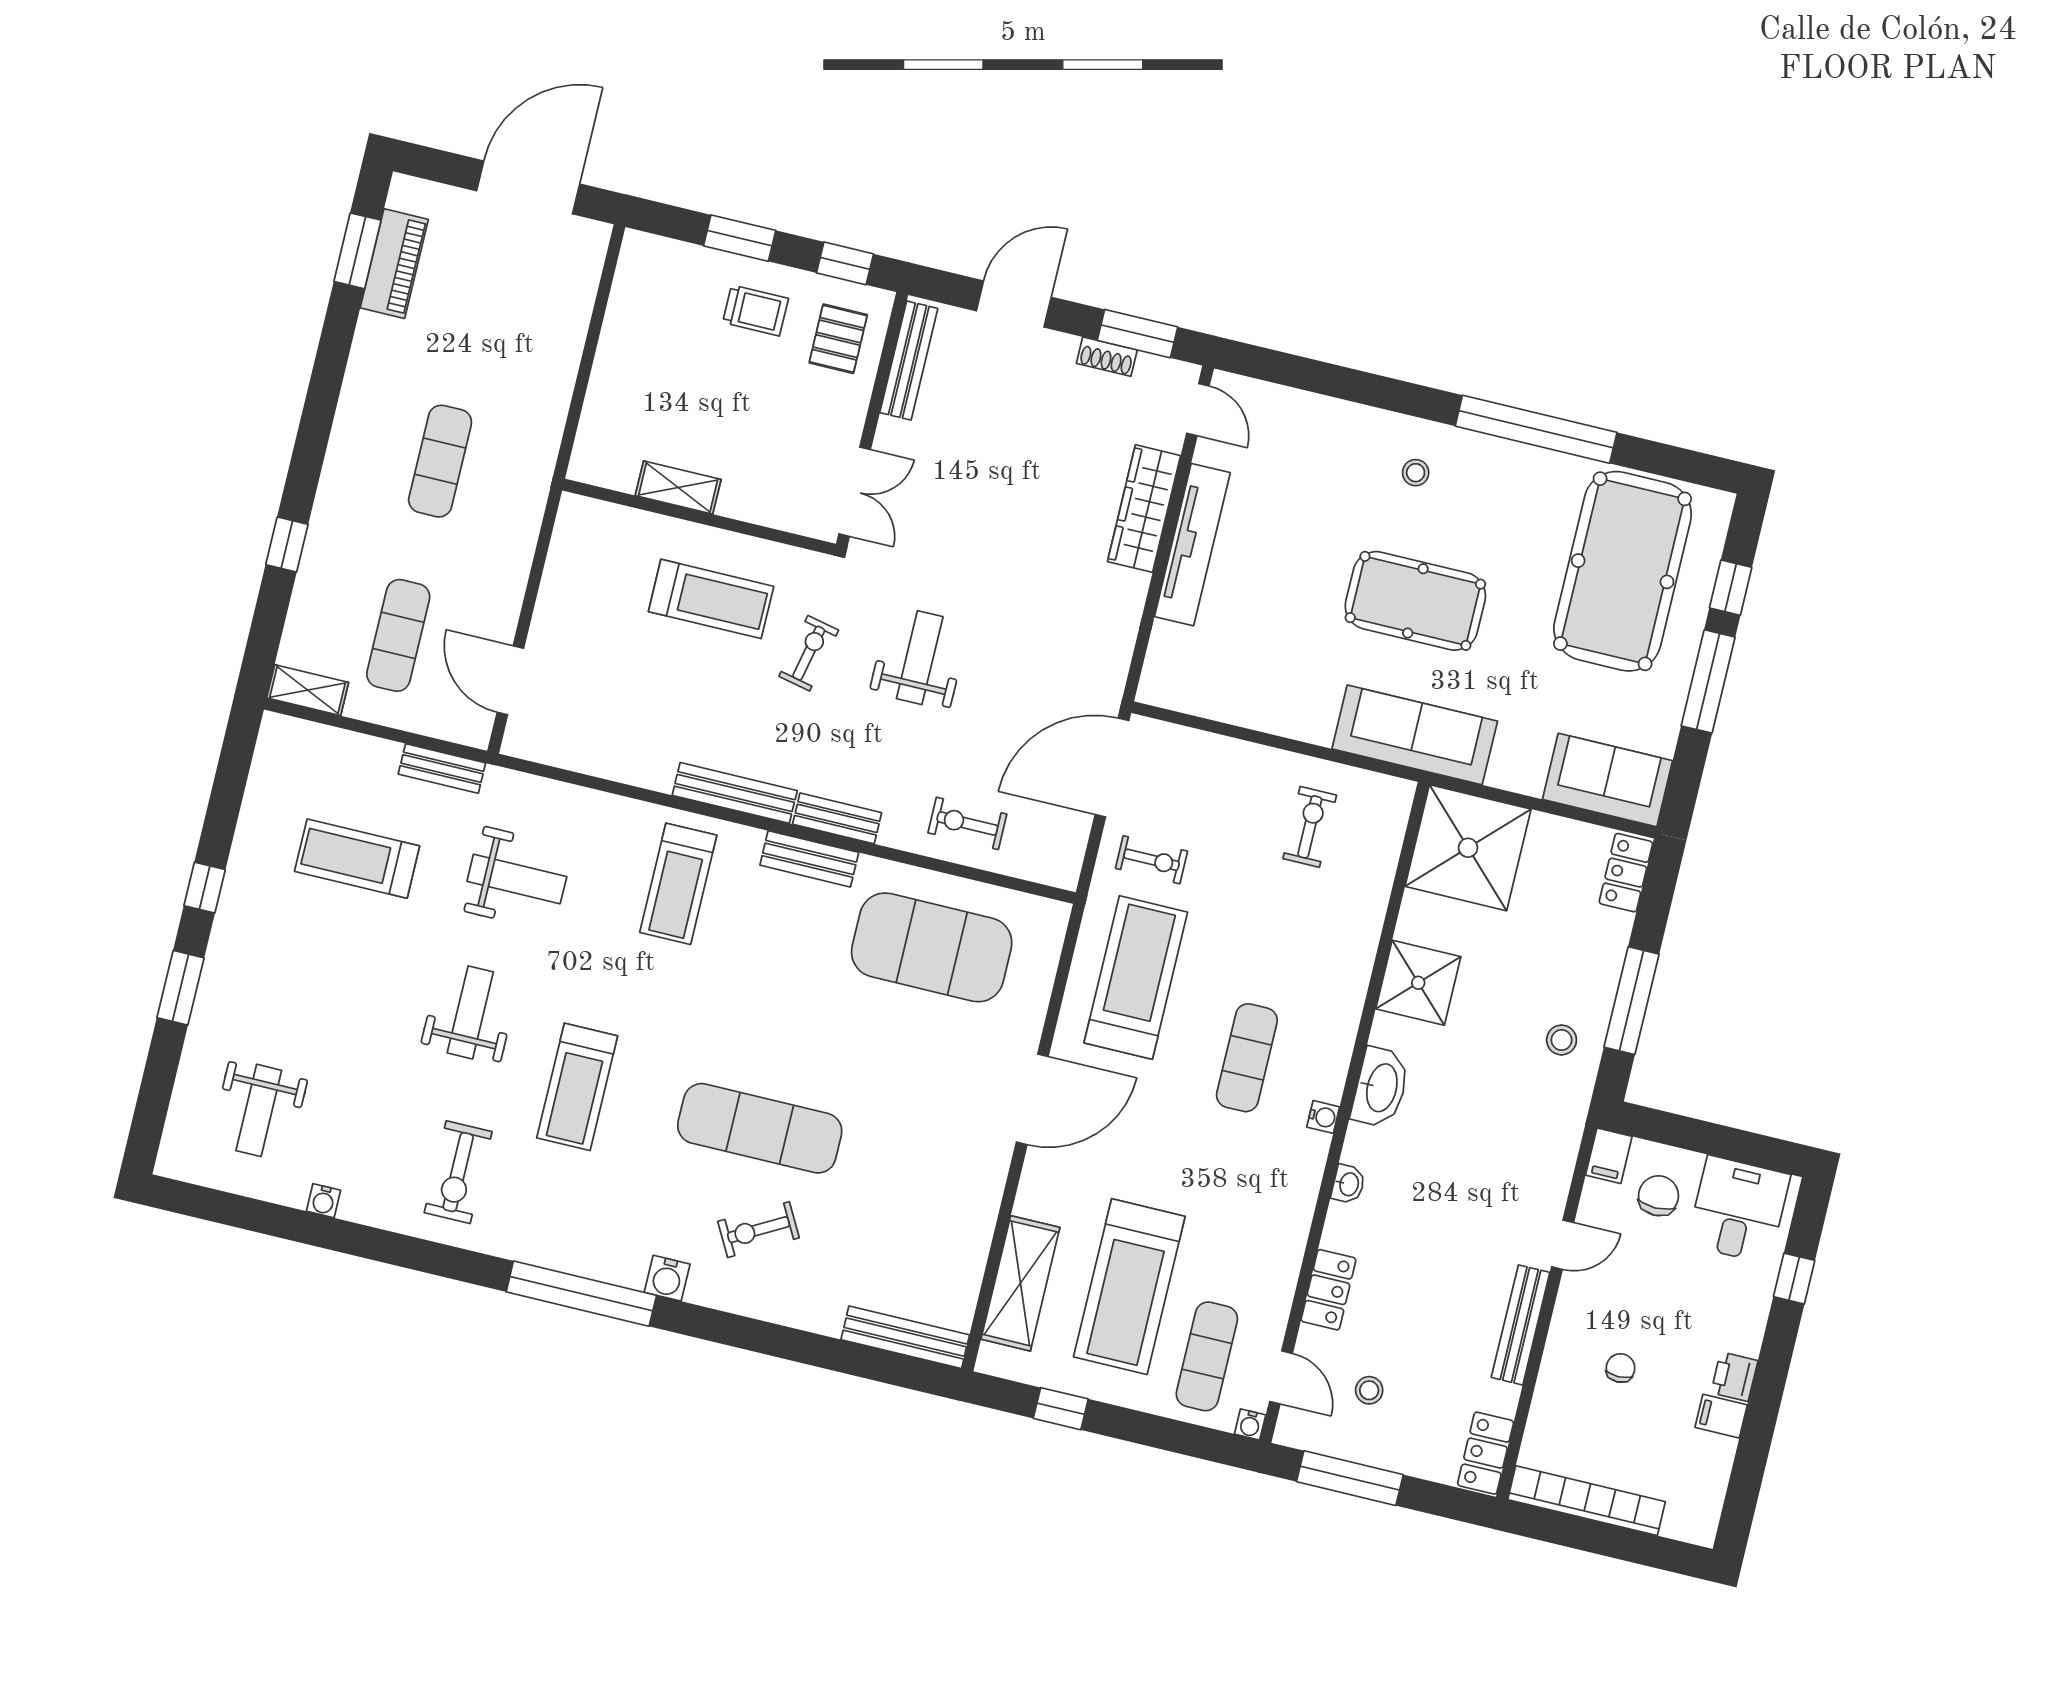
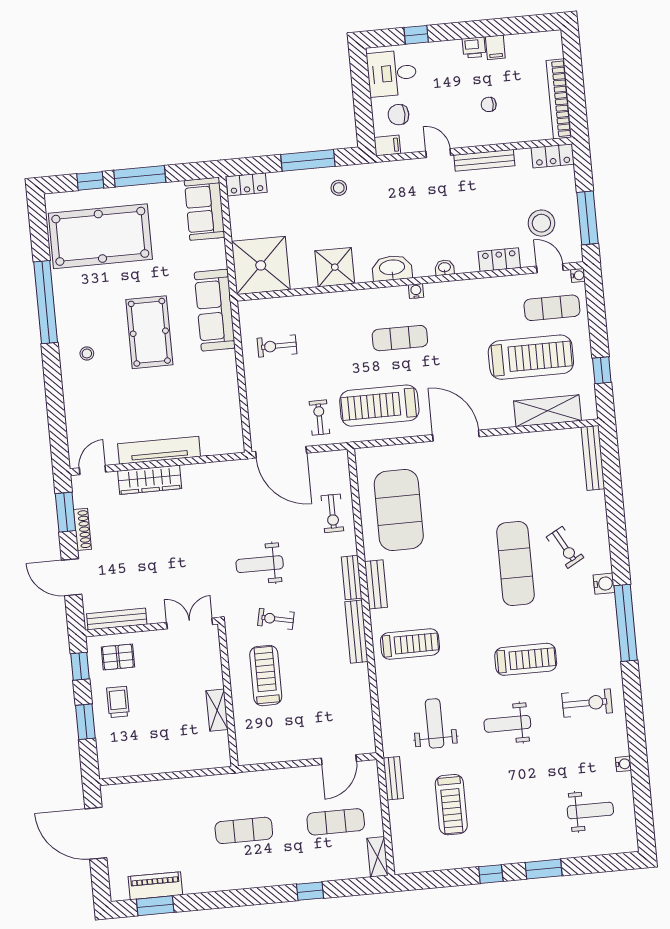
shoe rack: (1107, 357) -> (82, 529), width x1.43
door: (1281, 1377) -> (550, 268), hinge flipped
stool: (1369, 1390) -> (541, 223), width x1.89, depth x1.89

